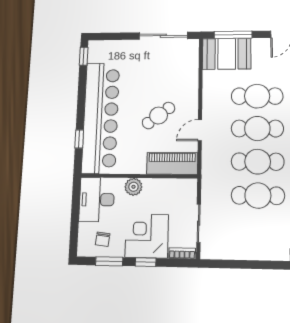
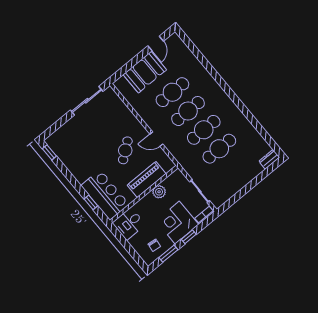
window: (233, 35) -> (128, 66), removed
booth: (227, 54) -> (145, 72), moved
bar counter: (101, 118) -> (105, 195), width x0.54
door: (200, 130) -> (156, 139), hinge flipped
piano: (172, 163) -> (147, 179), moved
plant: (133, 187) -> (159, 192), moved
desk: (97, 200) -> (129, 224), width x0.73

